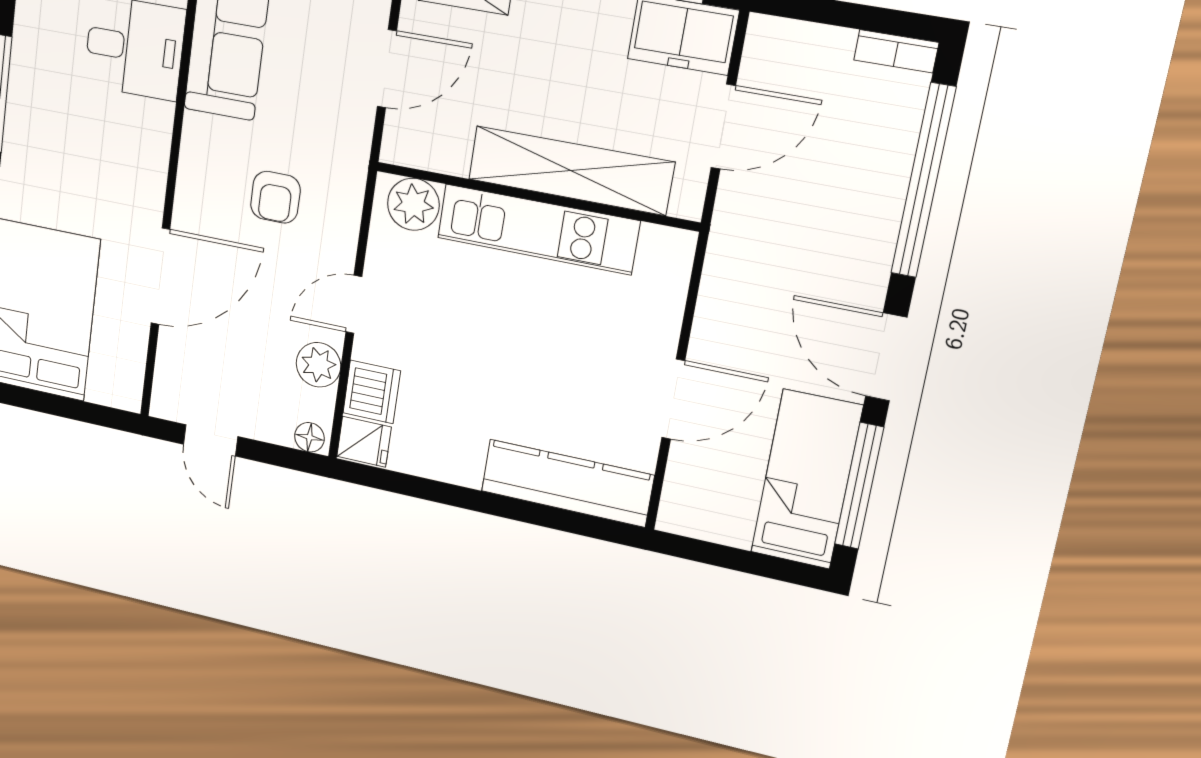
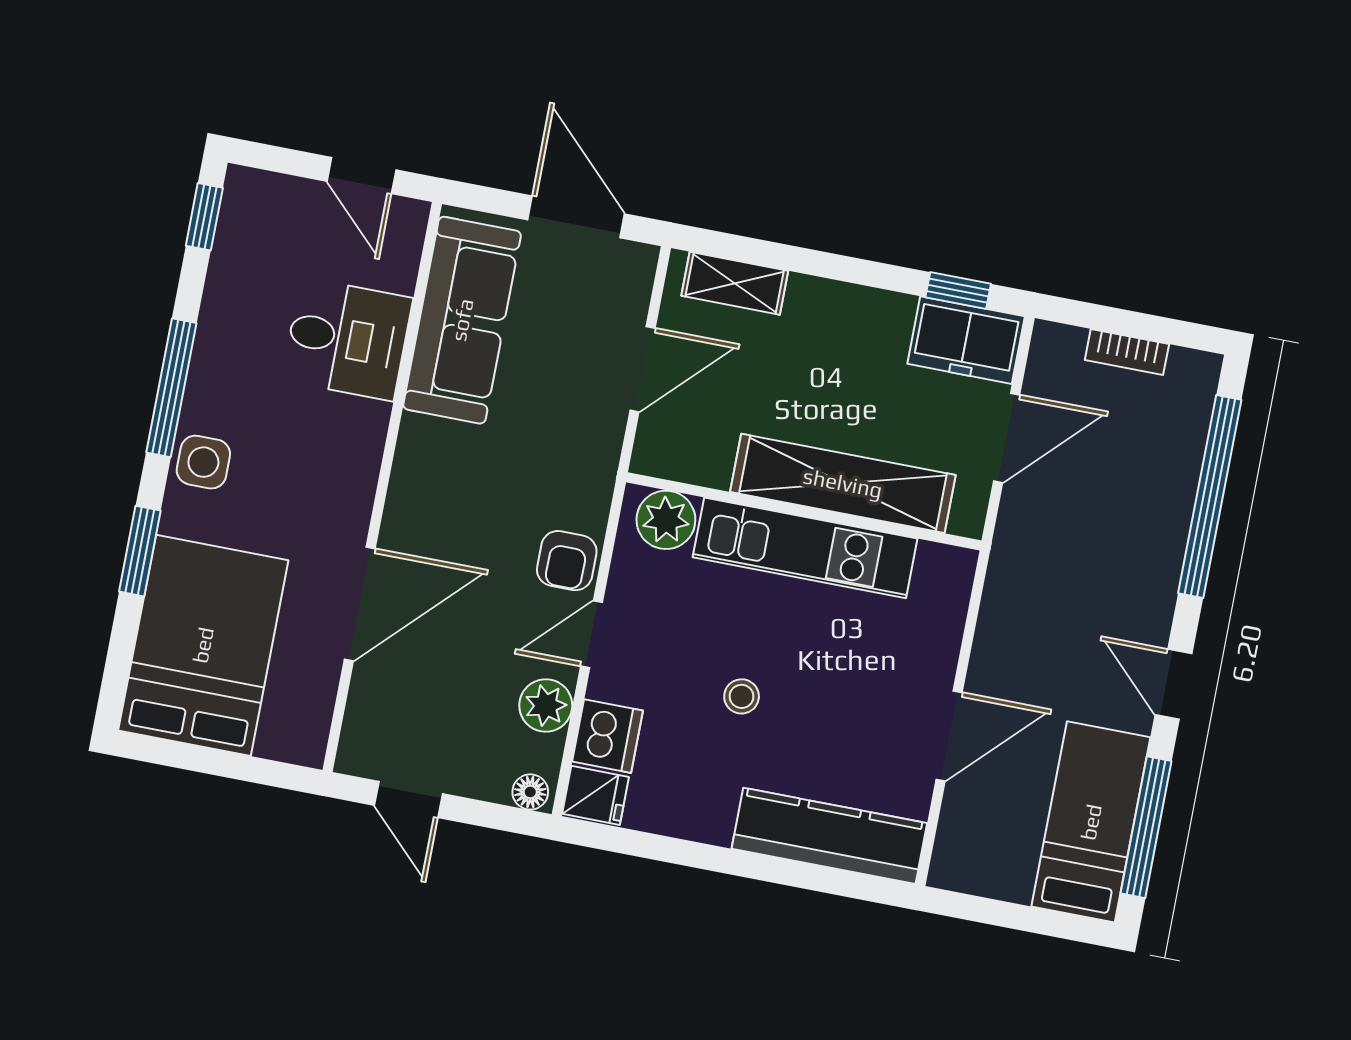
bookcase: (896, 51) -> (1127, 352), moved
side table: (27, 156) -> (203, 462), added
armchair: (275, 197) -> (567, 561), moved
door: (886, 357) -> (1174, 684), width x0.73
stool: (486, 360) -> (742, 696), added

